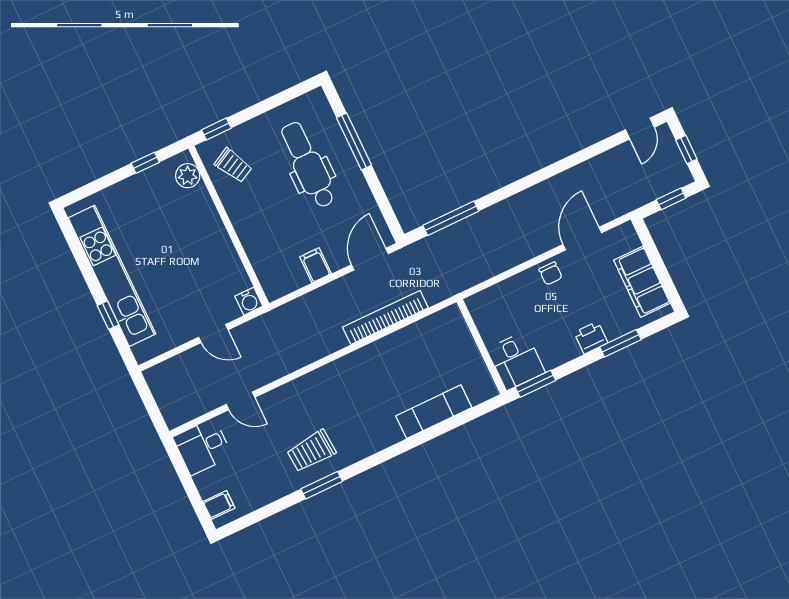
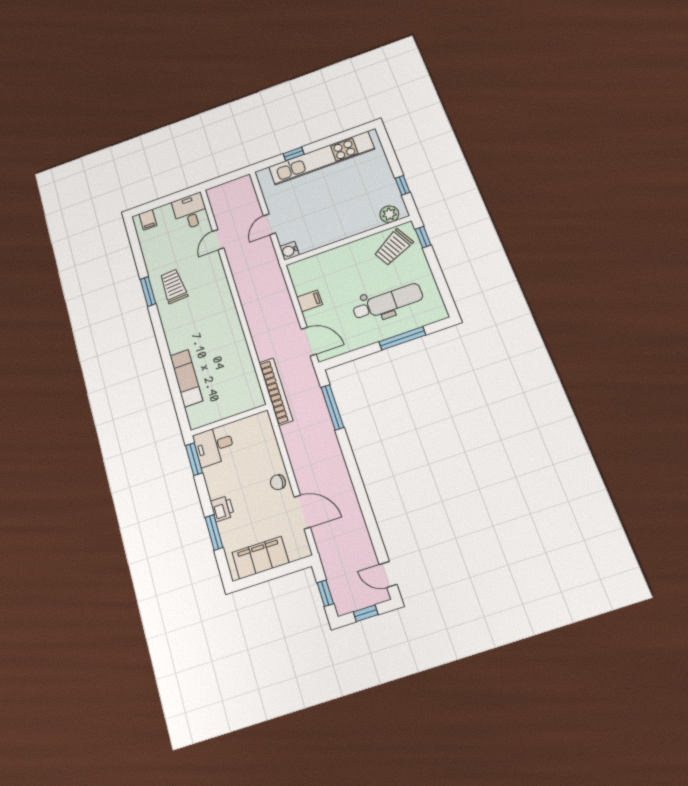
trolley: (233, 165) -> (393, 247), width x1.36, depth x1.39
bookcase: (385, 317) -> (276, 392), moved

